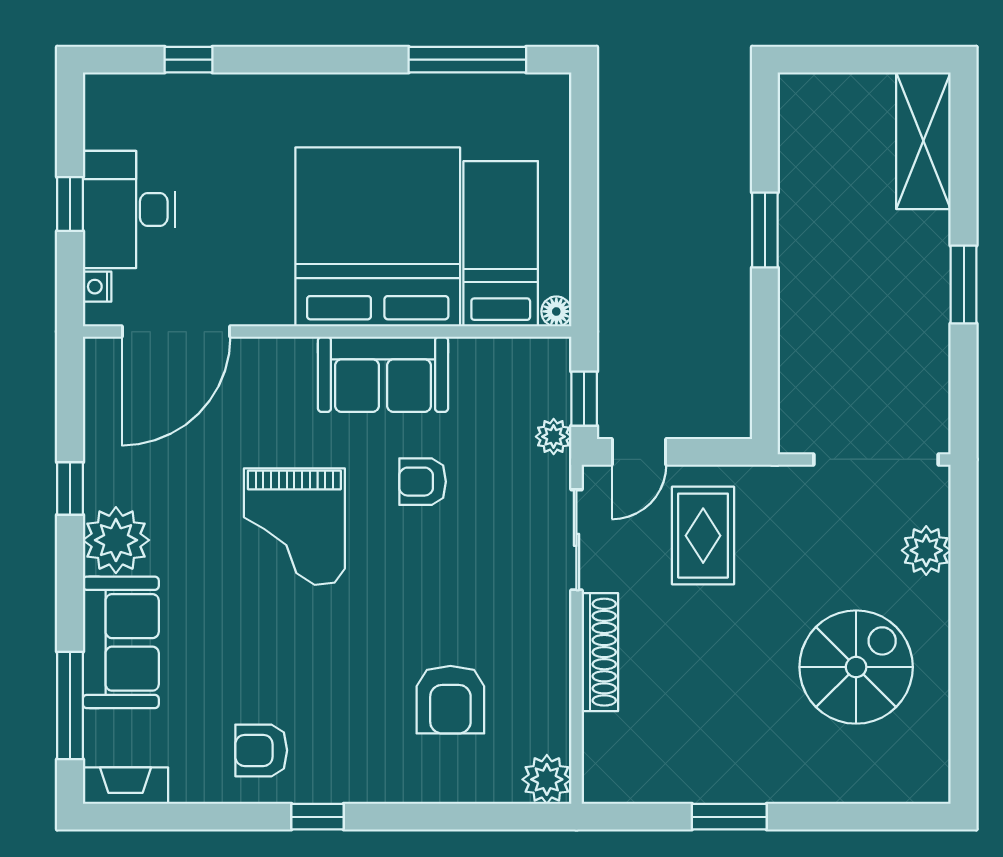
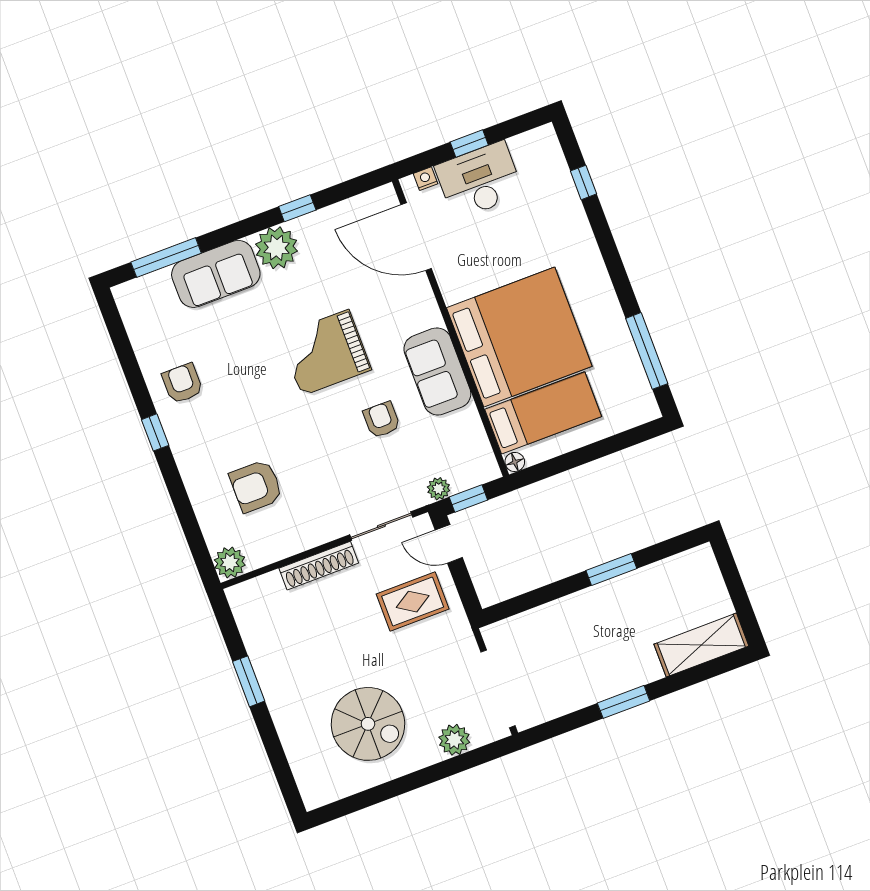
fireplace: (126, 786) -> (130, 309), removed

